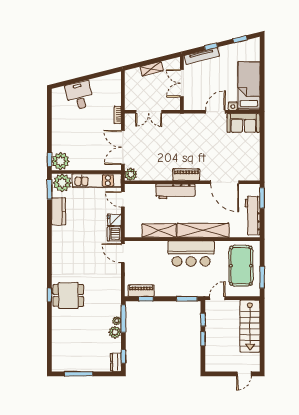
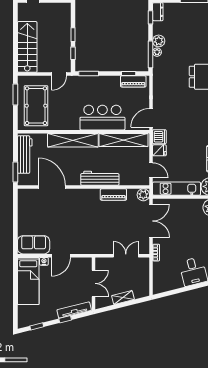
piano: (186, 175) -> (113, 195), moved
shelving: (159, 231) -> (124, 140), width x1.47
door: (123, 253) -> (151, 118), swing flipped
bar counter: (191, 254) -> (102, 118), moved

